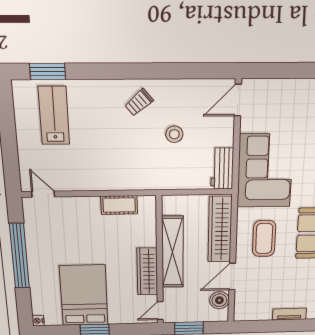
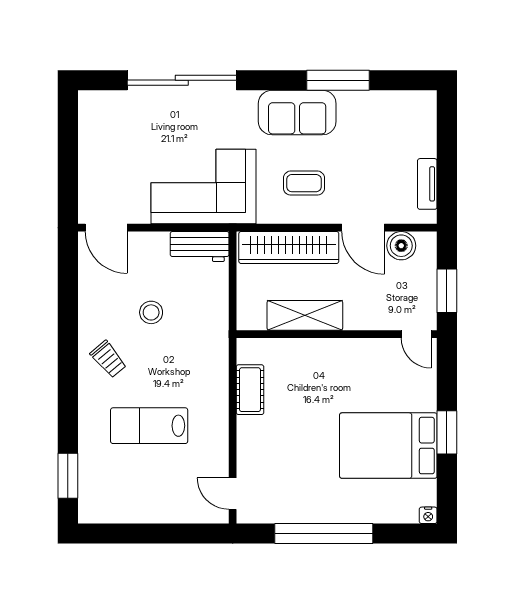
lab bench: (54, 115) -> (149, 426), moved
door: (43, 194) -> (233, 494), hinge flipped
coffee table: (264, 239) -> (304, 183), width x0.73, depth x0.77
shelving: (173, 252) -> (305, 315), width x0.68
wardrobe: (147, 272) -> (352, 352), removed
tv unit: (289, 314) -> (427, 184), moved

